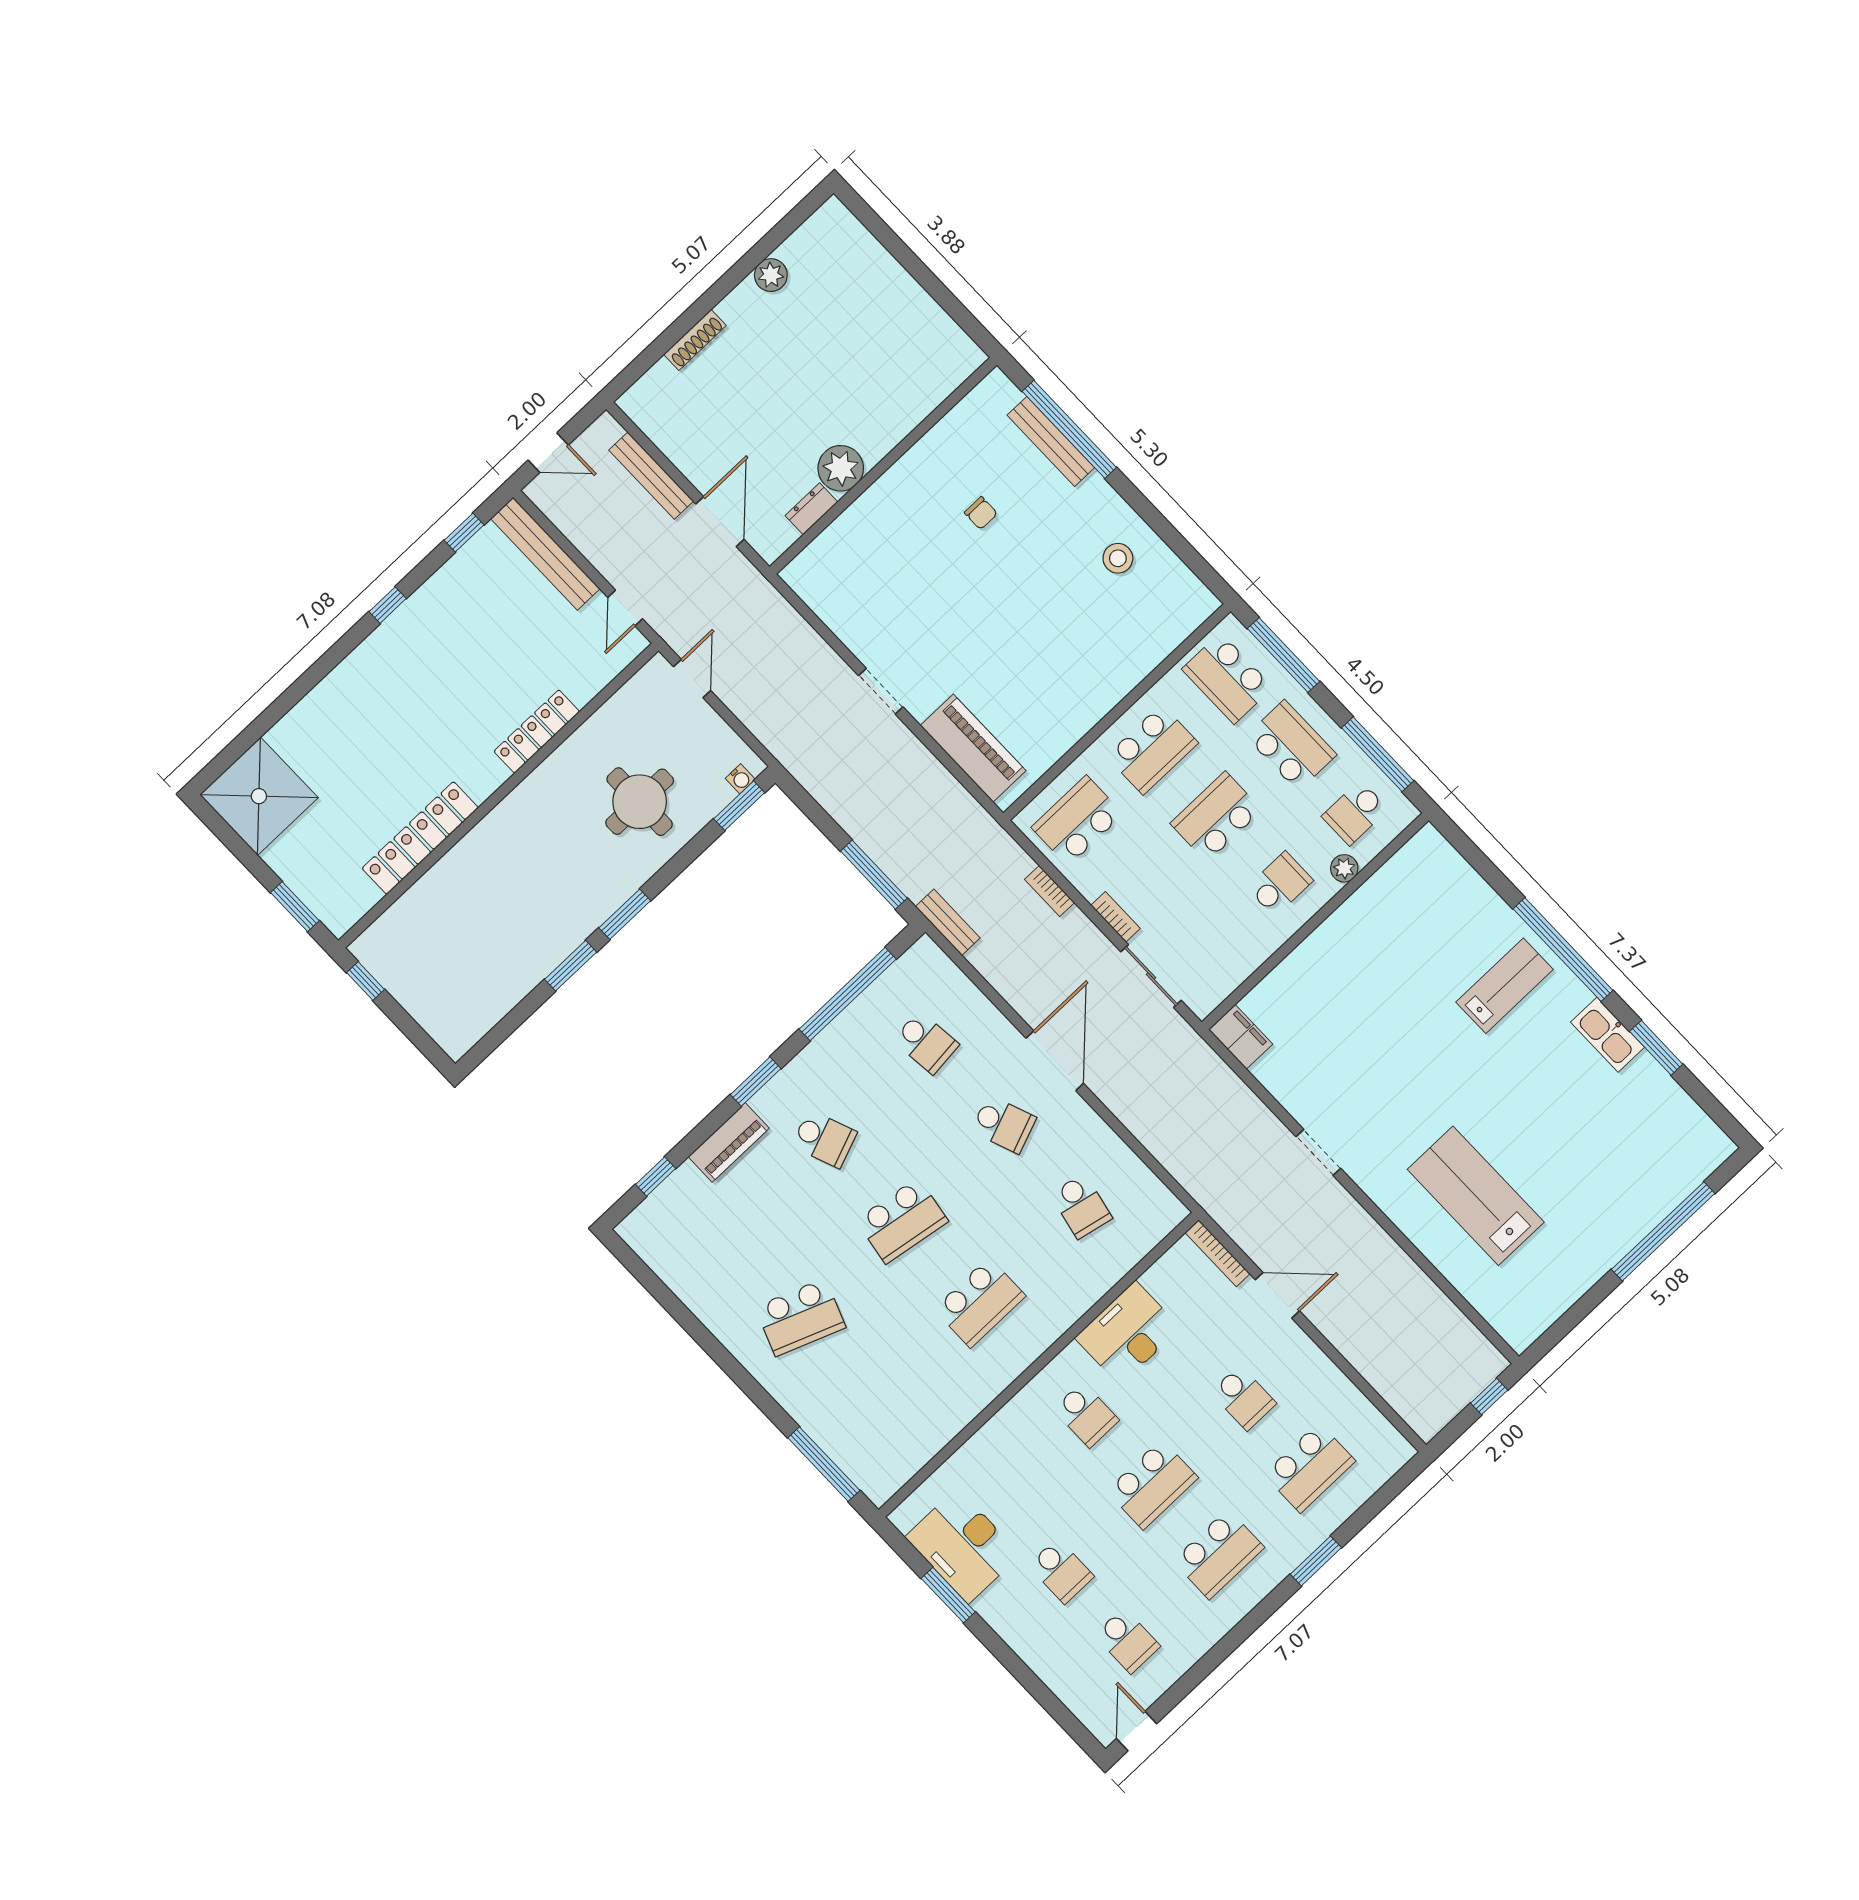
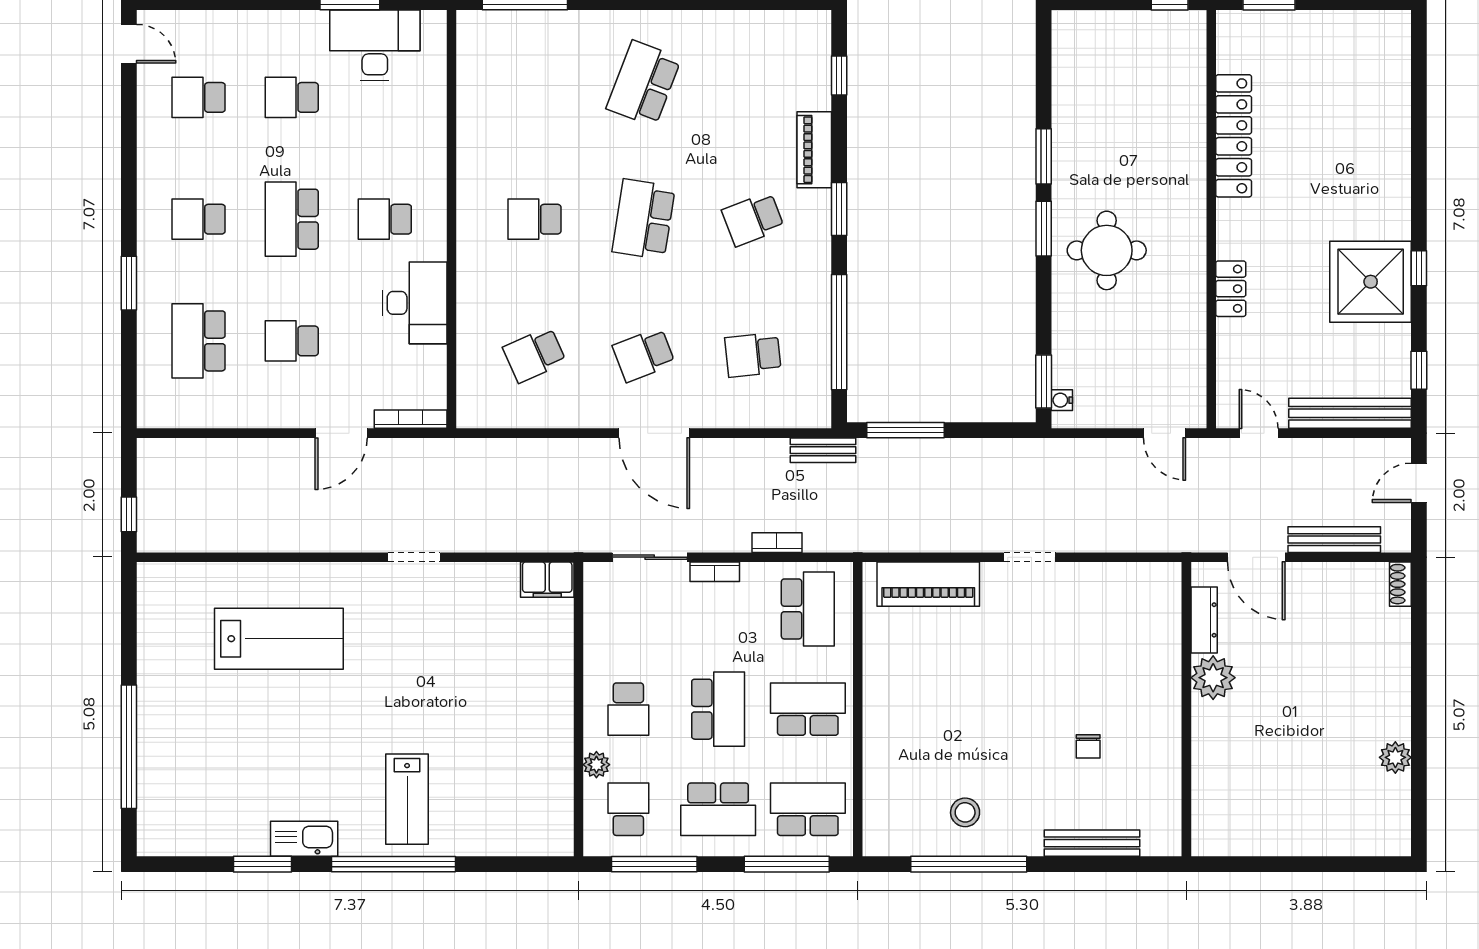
shoe rack: (695, 340) -> (1400, 584), moved, width x0.70
window: (1069, 429) -> (969, 864), moved
dresser: (811, 509) -> (1204, 620), width x1.44
chair: (981, 513) -> (1088, 746), turned -90
locker: (537, 732) -> (1231, 289), width x0.66
school desk: (1152, 749) -> (808, 709), turned 90
shower: (259, 796) -> (1371, 282), moved
round table: (640, 802) -> (1107, 250), moved
school desk: (1081, 1206) -> (534, 355), turned -36
school desk: (980, 1303) -> (534, 219), width x0.54
school desk: (1218, 1554) -> (199, 219), width x0.54

